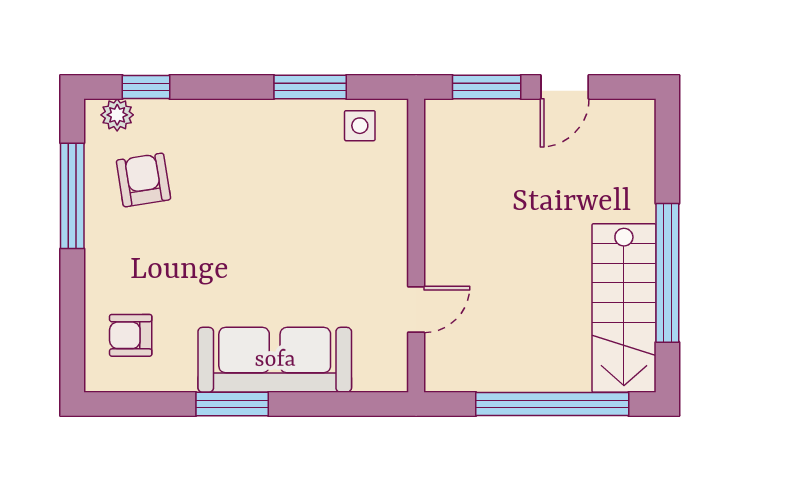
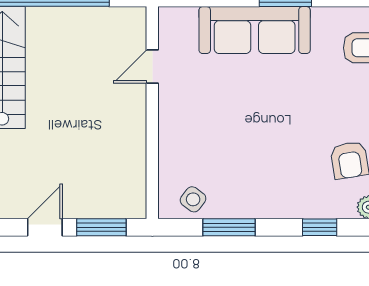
window: (146, 87) -> (320, 227), moved
side table: (360, 126) -> (193, 199), turned 37

